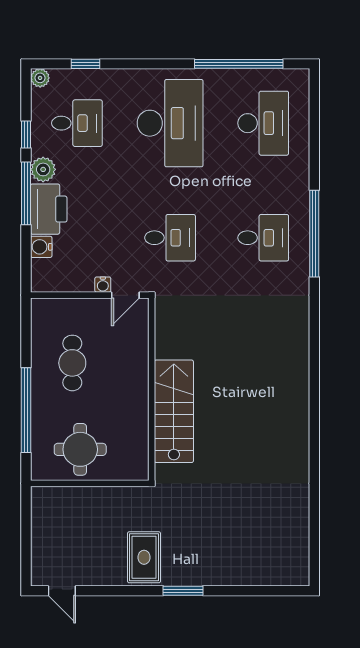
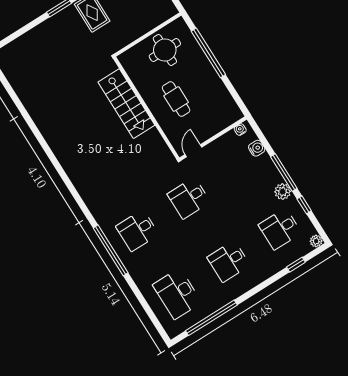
desk: (170, 123) -> (229, 261), width x0.53, depth x0.77
printer: (49, 209) -> (266, 172), removed
water cooler: (103, 285) -> (240, 130), moved
cafe table: (72, 363) -> (176, 99), moved

